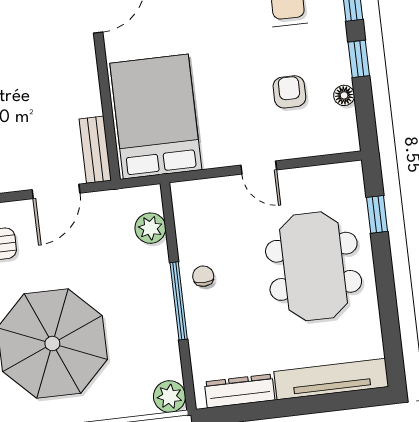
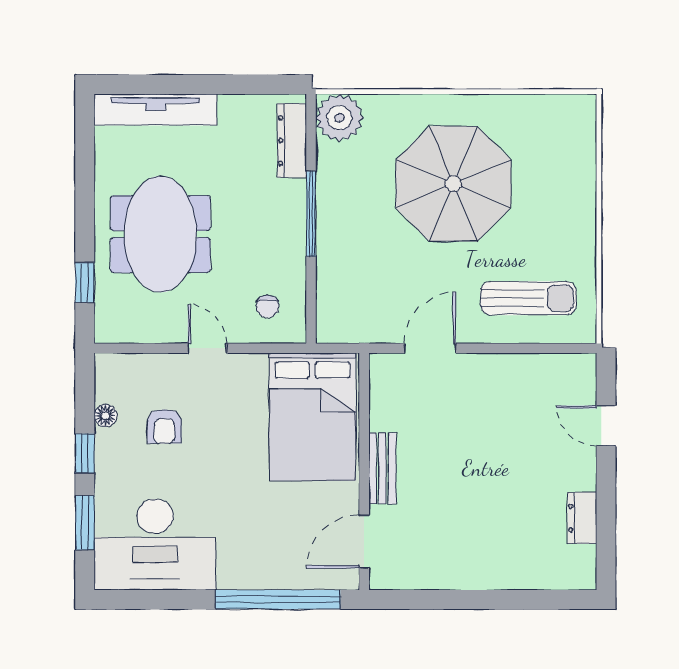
bench: (95, 150) -> (382, 468), moved
plant: (150, 228) -> (332, 296), removed
chair: (203, 276) -> (268, 306), moved
dresser: (240, 391) -> (292, 141), moved, turned 90
plant: (170, 396) -> (339, 118), width x1.36, depth x1.36

